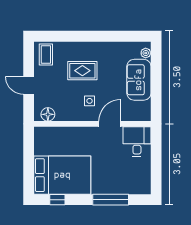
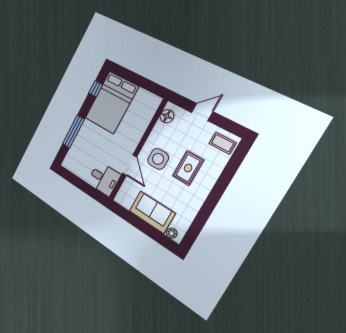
side table: (90, 101) -> (158, 159), width x1.87, depth x1.87

